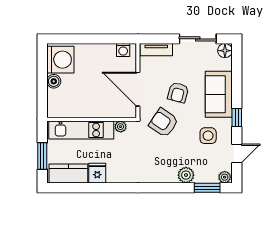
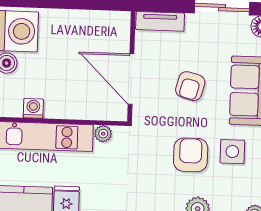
washing machine: (123, 50) -> (33, 108), moved, turned 180
armchair: (164, 123) -> (191, 155), moved, turned 56

